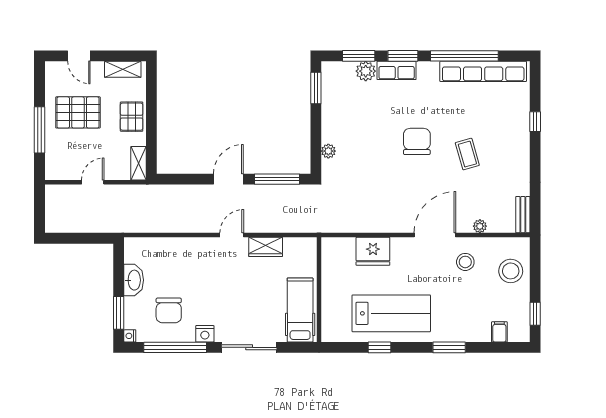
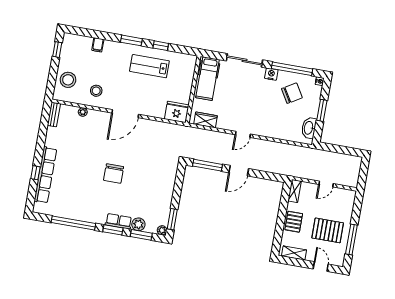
row of seats: (483, 71) -> (45, 175), moved, turned 90
window: (40, 130) -> (351, 240), moved
plant: (328, 151) -> (162, 230), moved
coffee table: (467, 154) -> (83, 160), removed
door: (435, 235) -> (125, 114), moved
wardrobe: (266, 247) -> (205, 120), moved
fridge: (373, 251) -> (177, 112), moved
washbasin: (134, 280) -> (309, 128), moved
chair: (169, 310) -> (292, 93), turned 59
window: (119, 313) -> (322, 110), moved
lab bench: (391, 313) -> (149, 66), width x0.73, depth x0.72
filing cabinet: (499, 332) -> (98, 45), moved
window: (449, 347) -> (131, 40), moved

